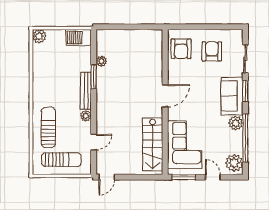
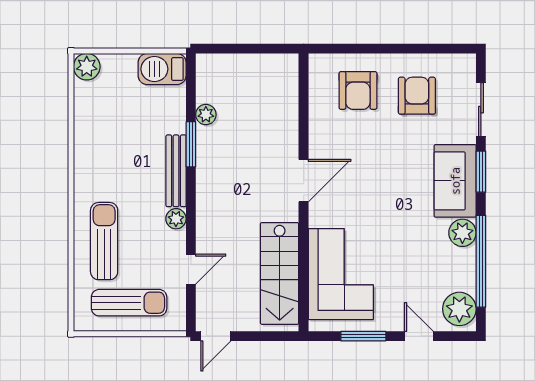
door: (165, 96) -> (304, 181), moved
wall: (165, 102) -> (304, 192), moved
stairs: (153, 144) -> (280, 273), moved
corner sofa: (185, 145) -> (341, 274), moved

